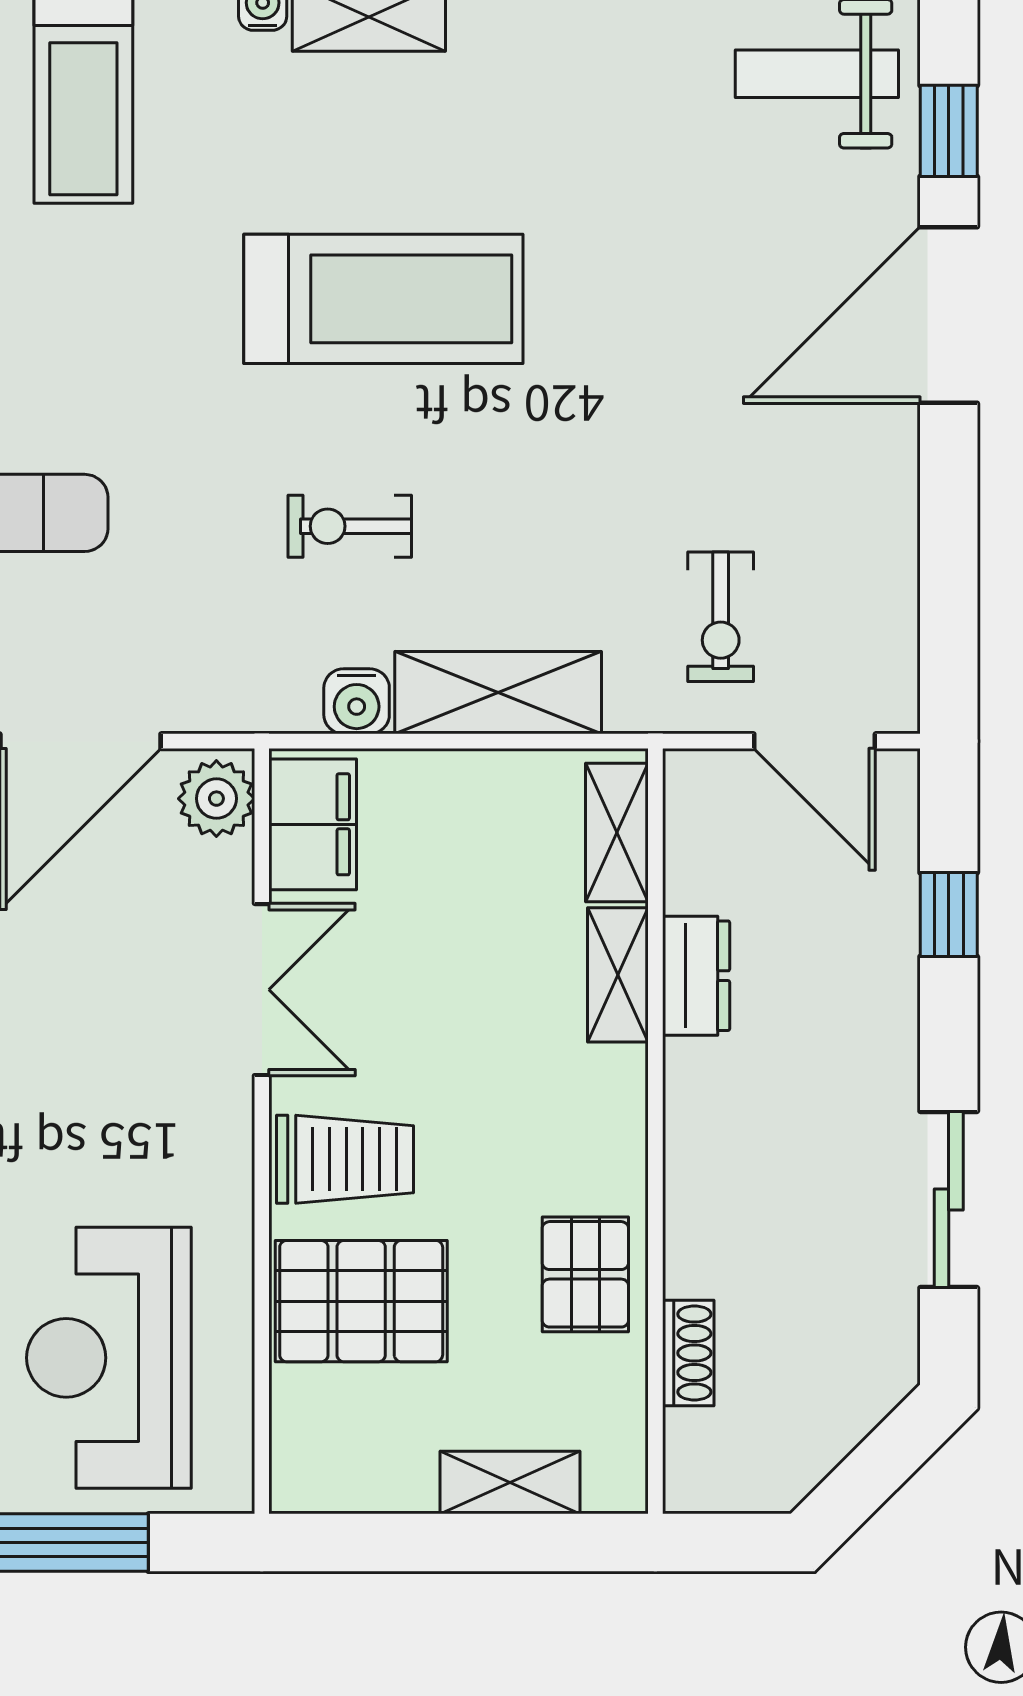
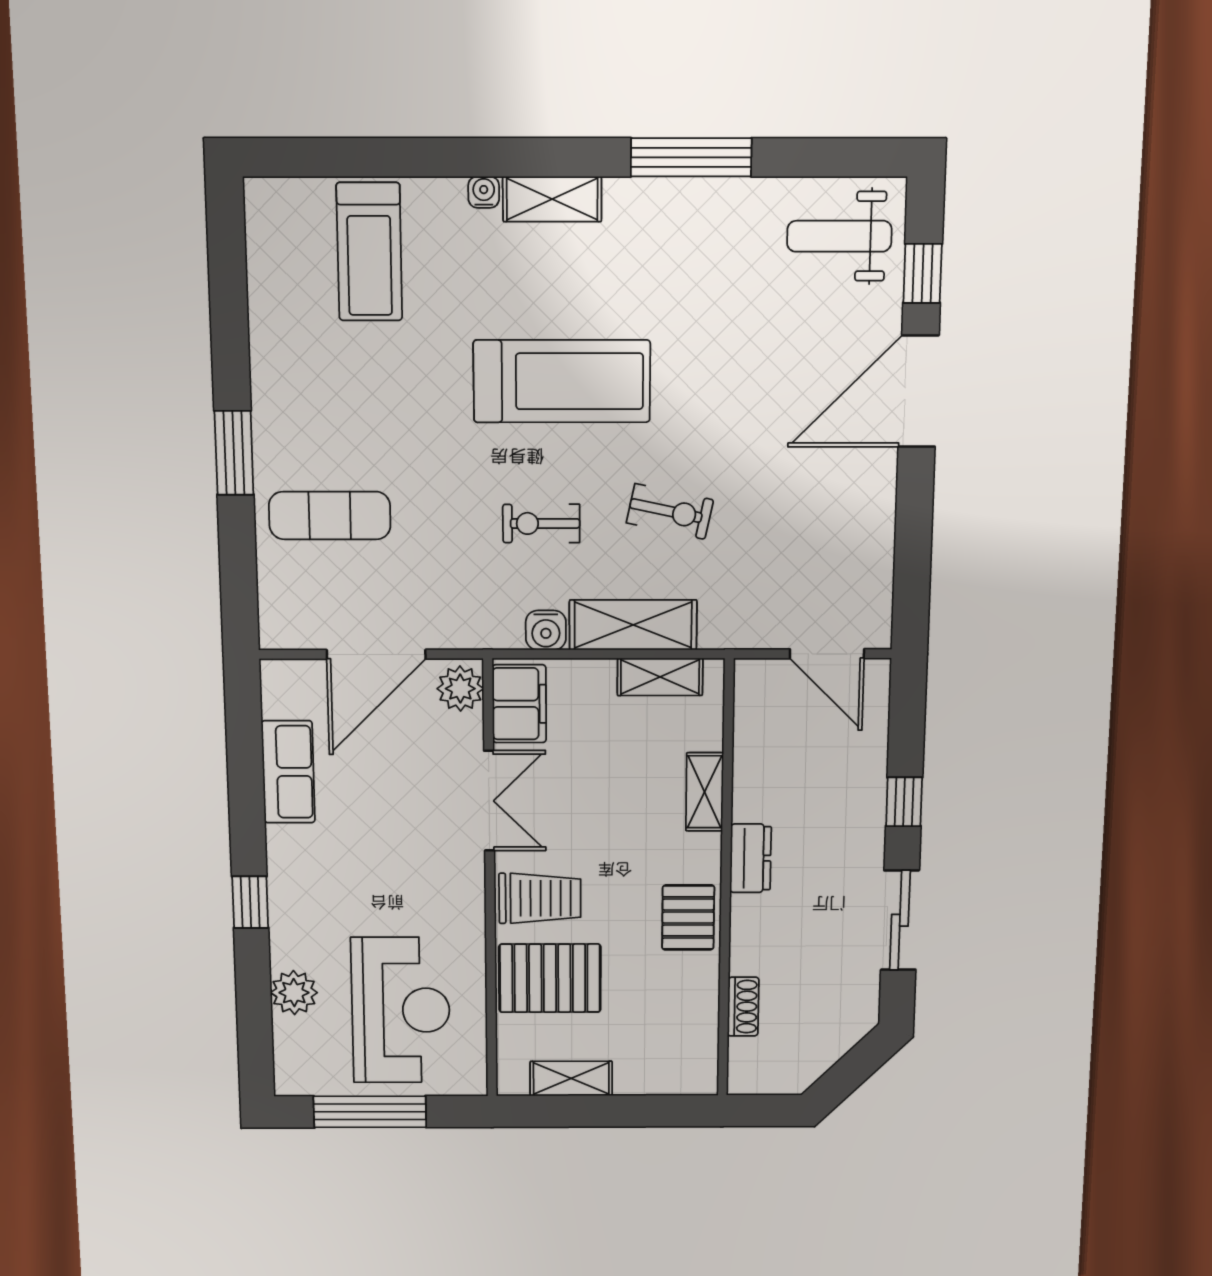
exercise bike: (721, 617) -> (670, 511), moved, turned -78
shelving: (617, 833) -> (660, 677), moved, turned 90
window: (949, 915) -> (904, 802), moved
dresser: (696, 976) -> (751, 858), moved
pallet: (585, 1274) -> (688, 918), moved
reception desk: (109, 1358) -> (401, 1010), turned 180
shelving: (510, 1483) -> (571, 1078), moved

